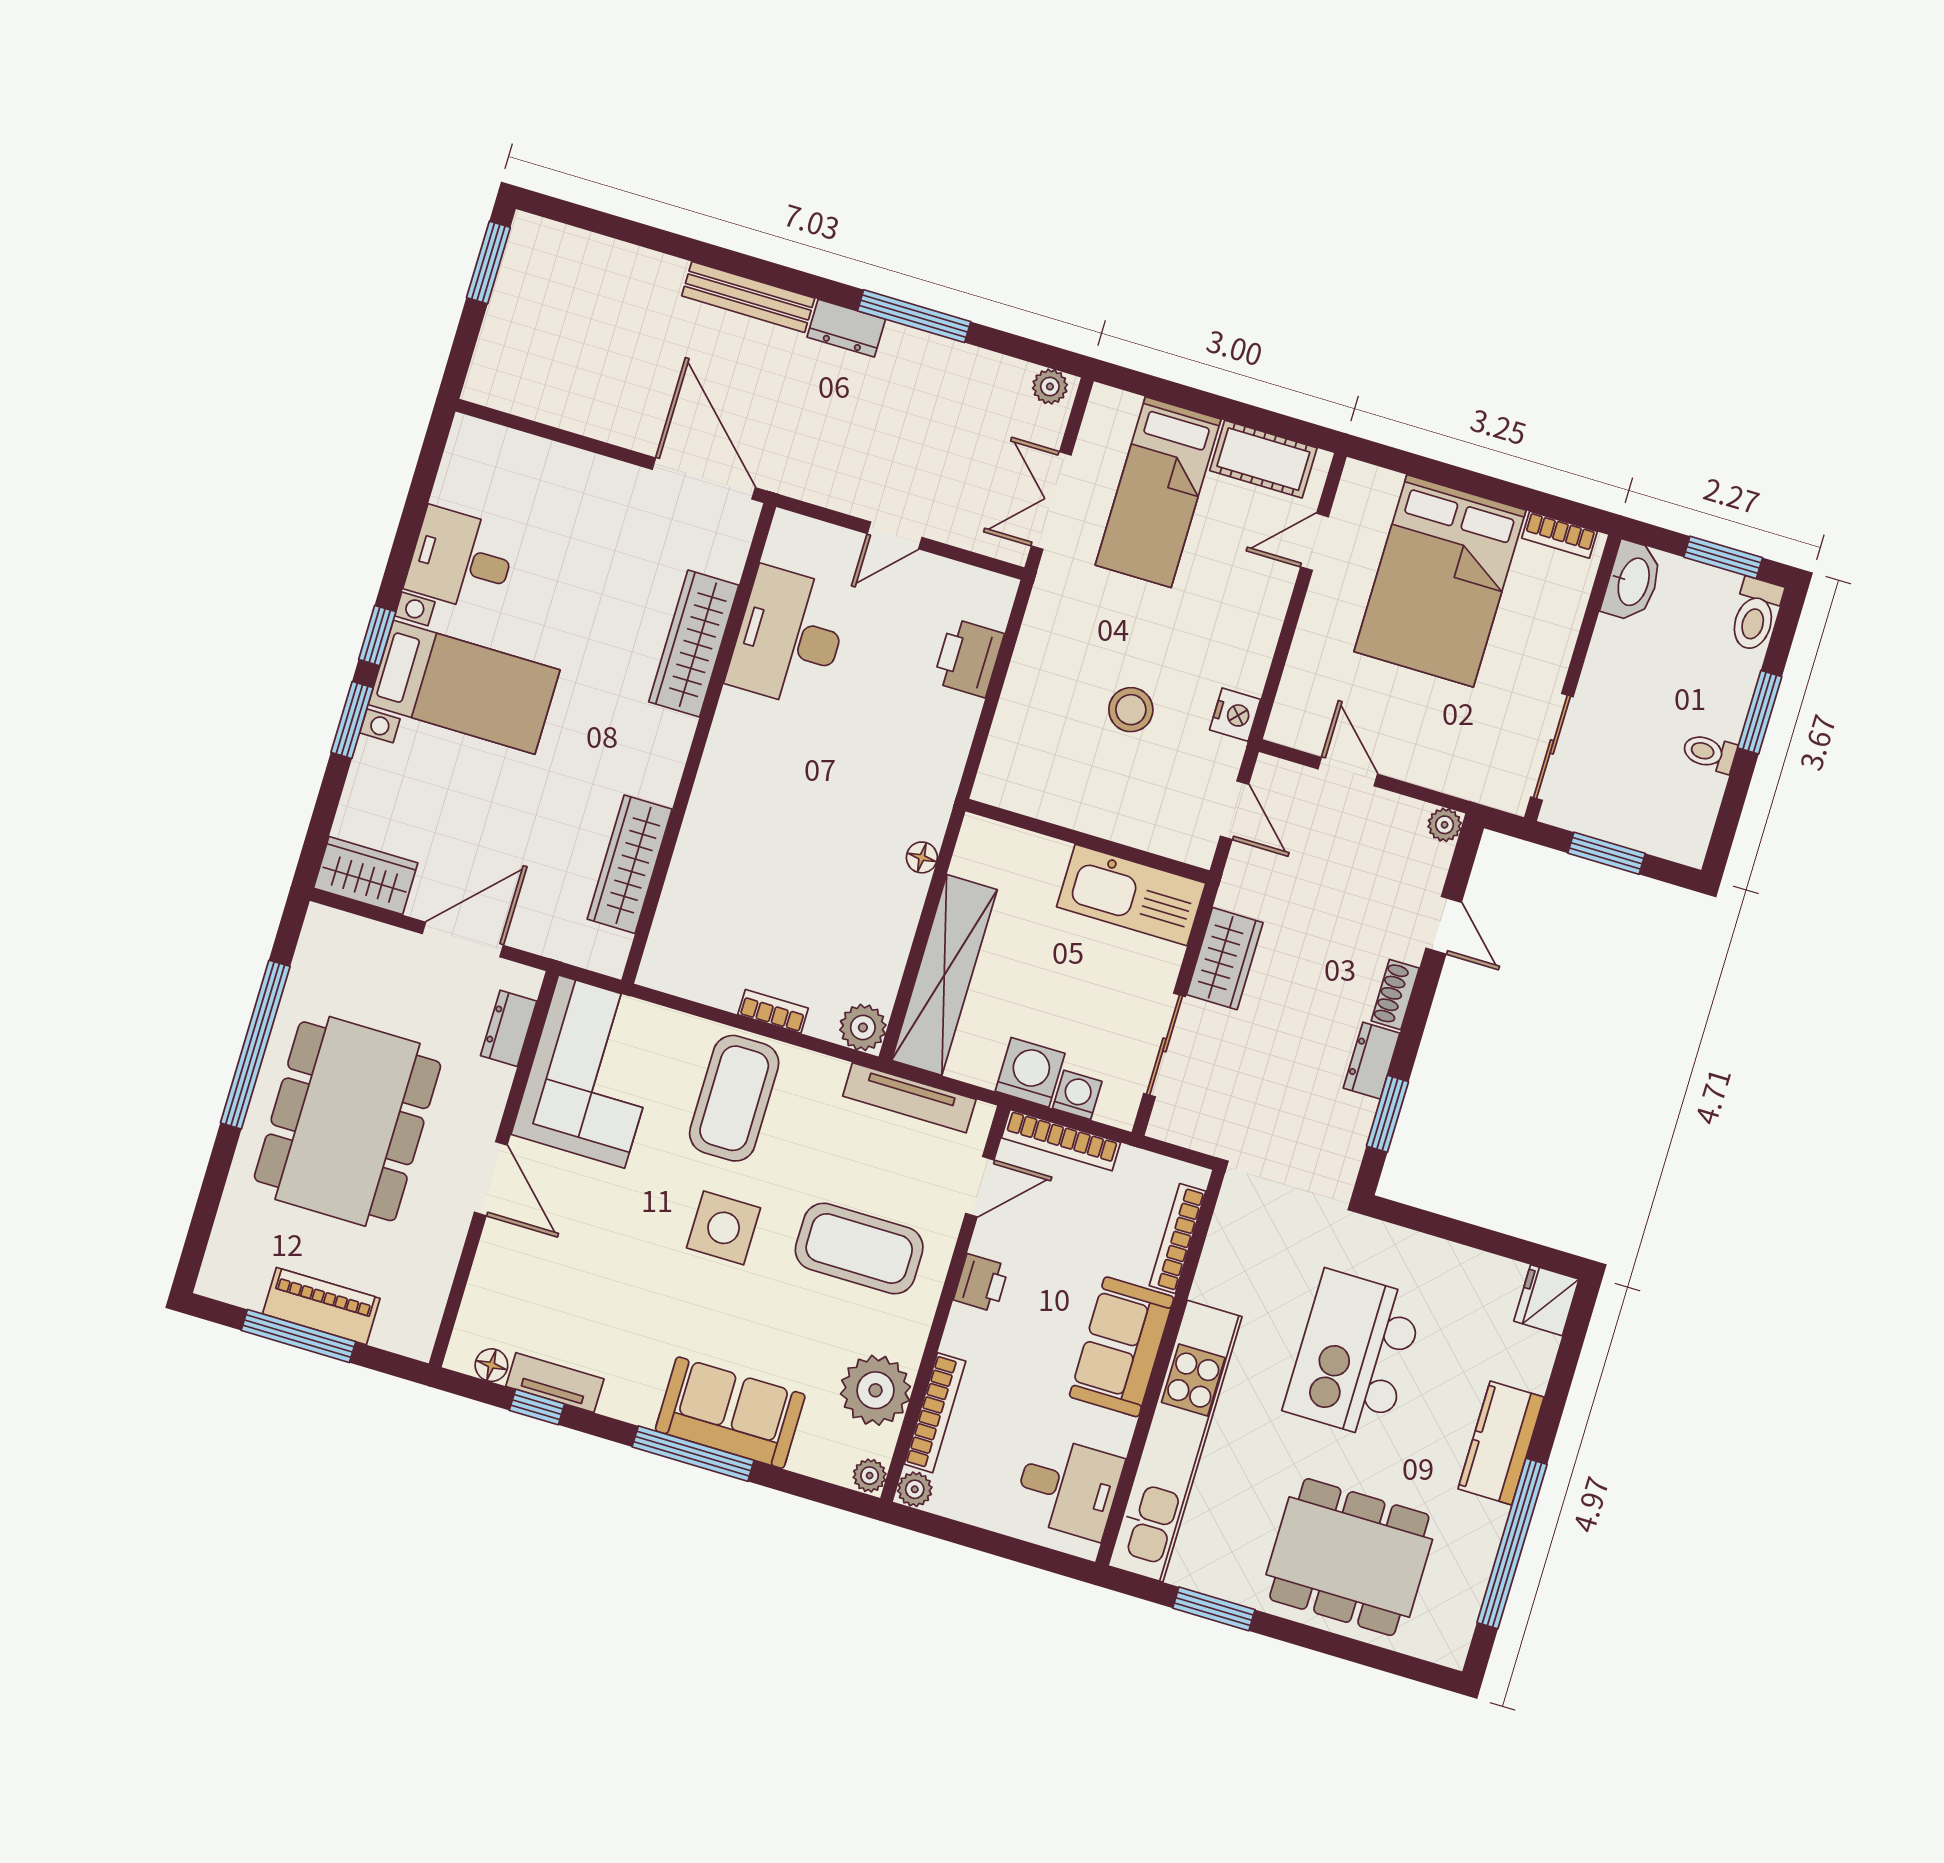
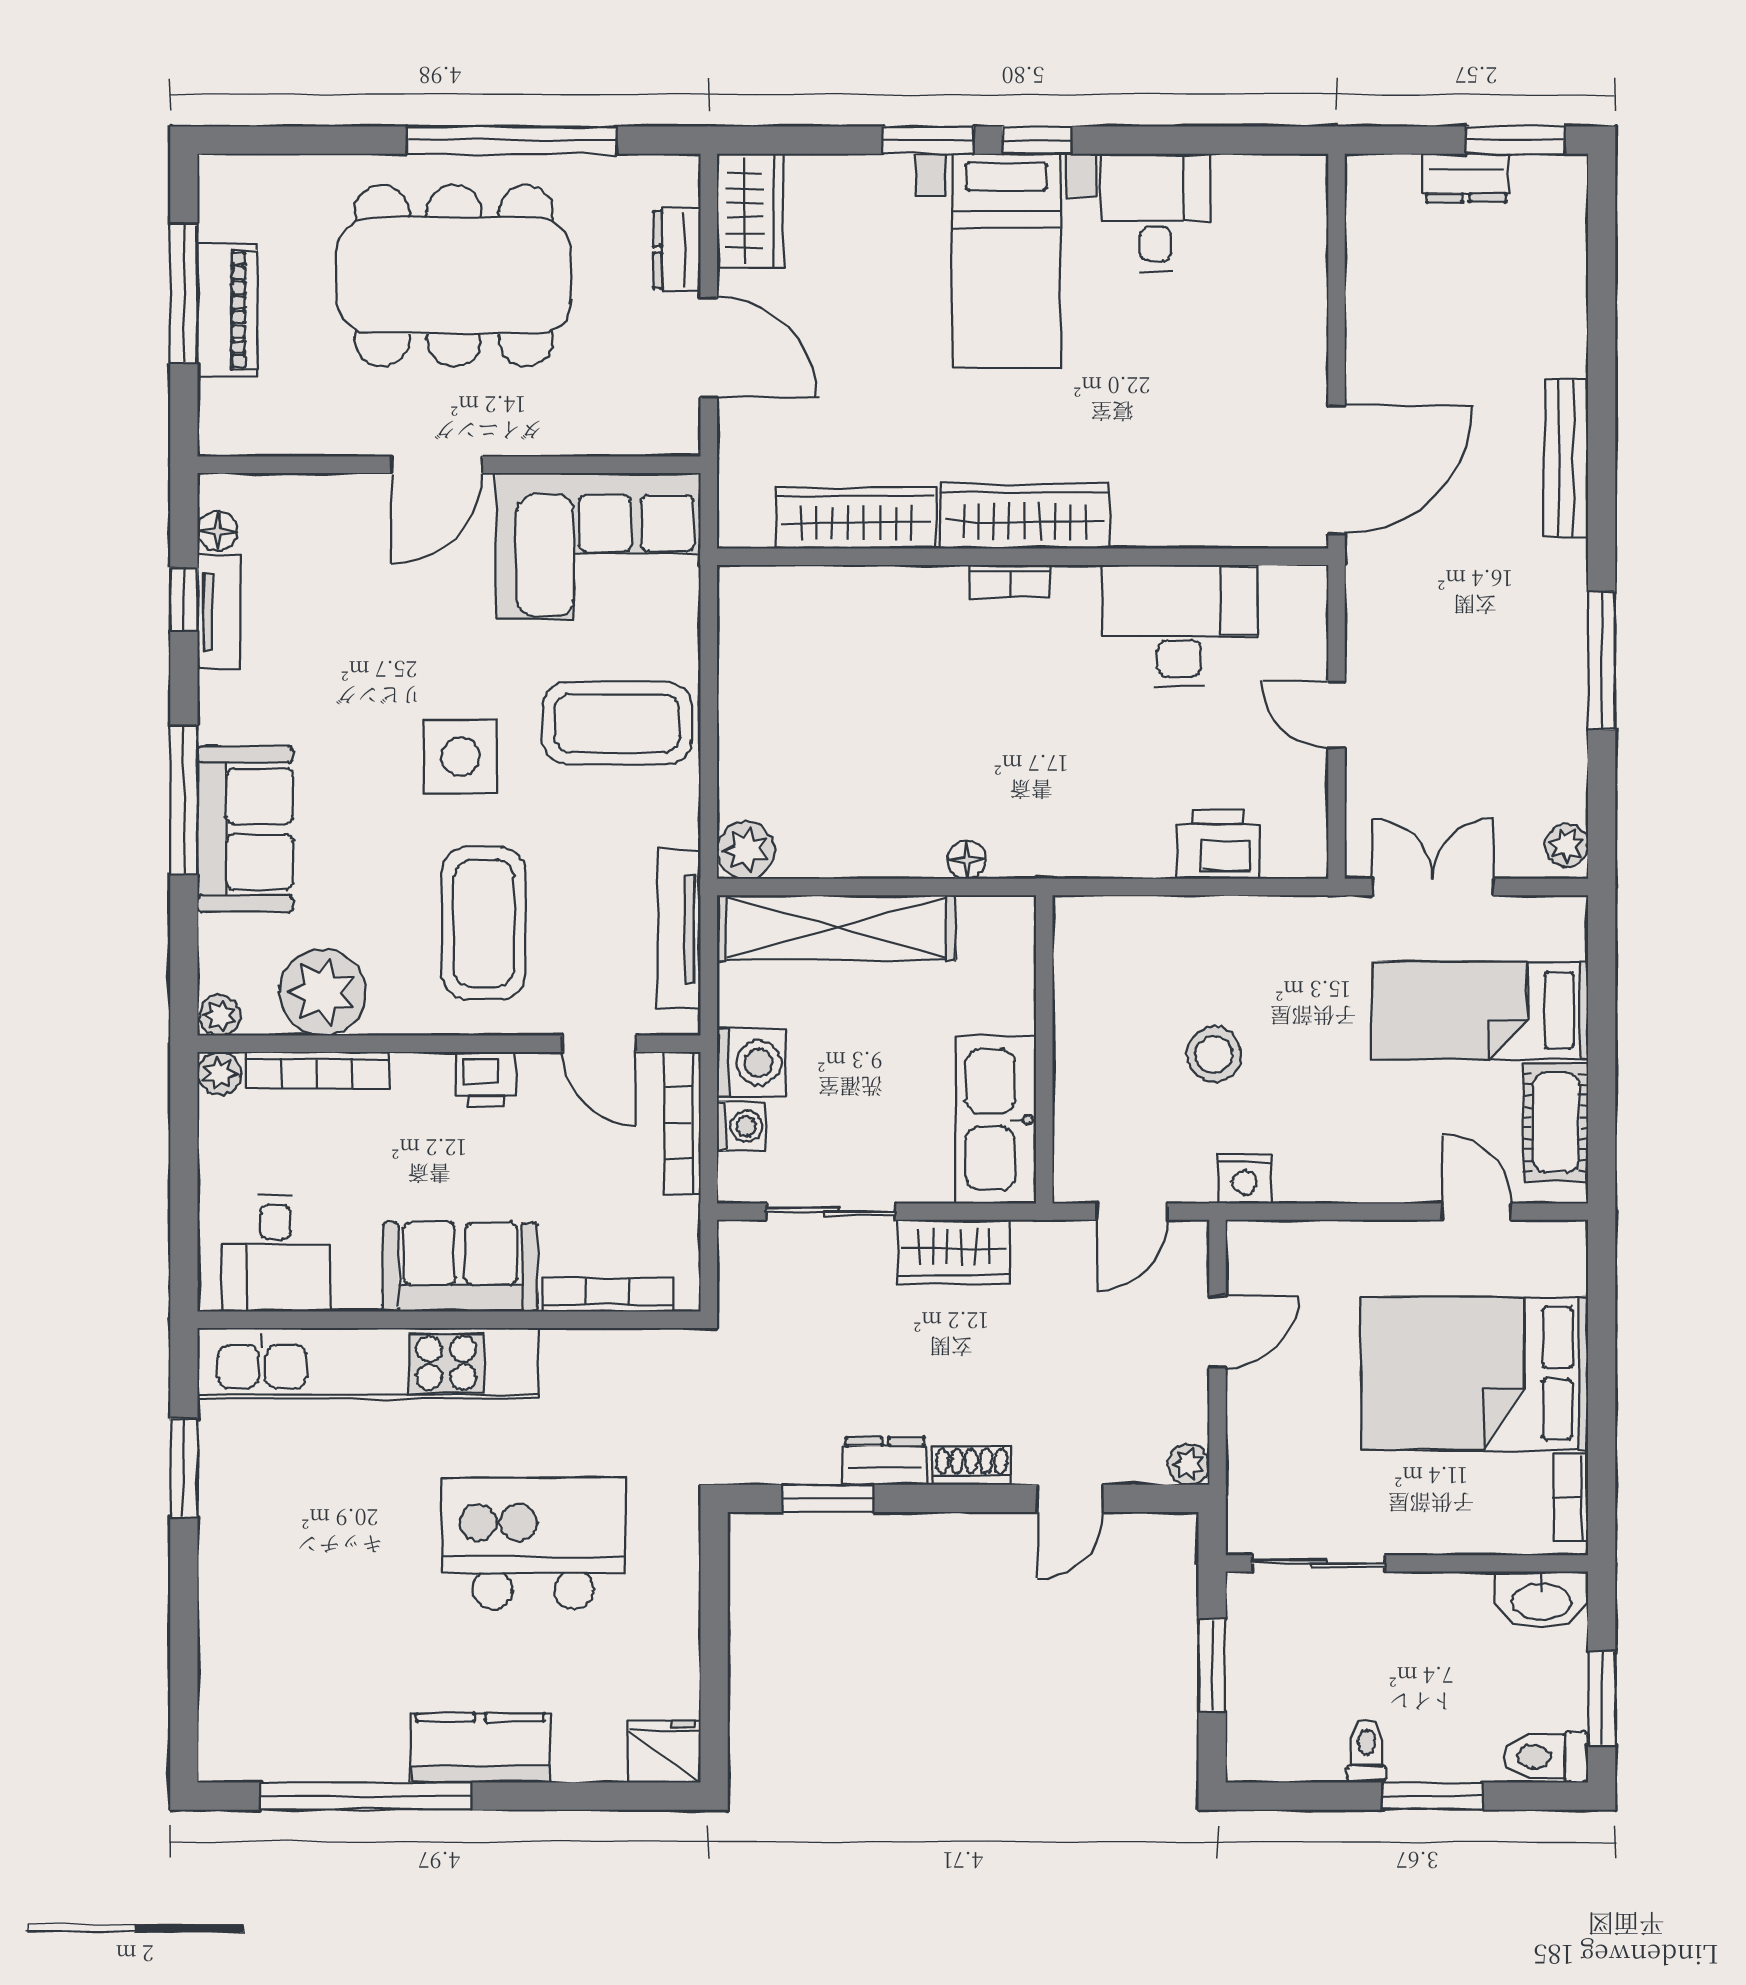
dresser: (846, 328) -> (1466, 178), moved, turned -90
wardrobe: (694, 643) -> (1025, 516), moved
bookcase: (773, 1011) -> (1010, 581), moved, turned 90
dresser: (509, 1028) -> (677, 250), moved, turned -90
dining table: (1349, 1557) -> (292, 1609), removed

